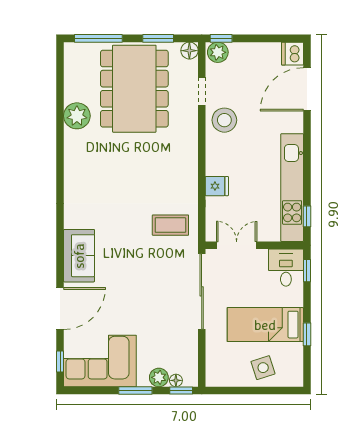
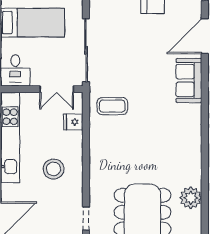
stool: (224, 120) -> (54, 169), moved
fridge: (217, 186) -> (73, 122), moved

